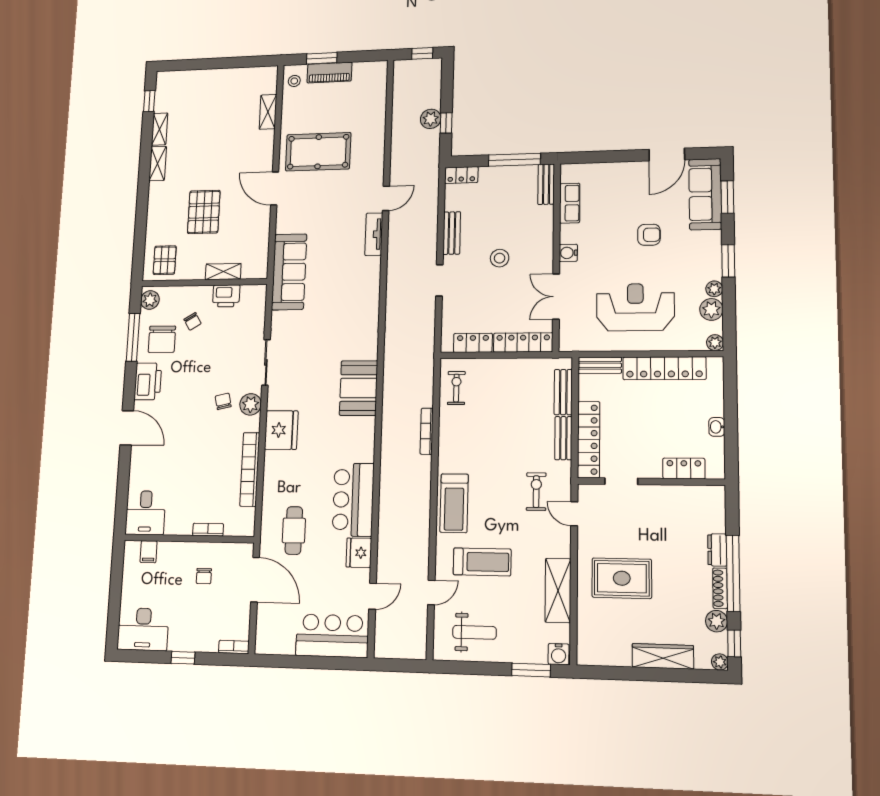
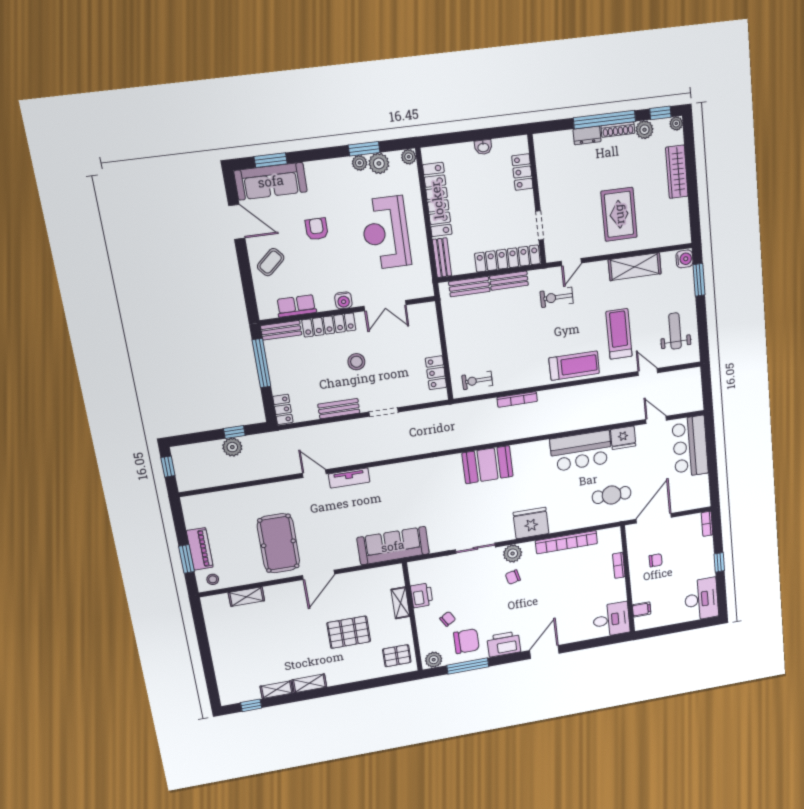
coffee table: (620, 183) -> (271, 262), added
window: (728, 261) -> (364, 149), moved
locker: (523, 342) -> (329, 325), moved, turned -90

